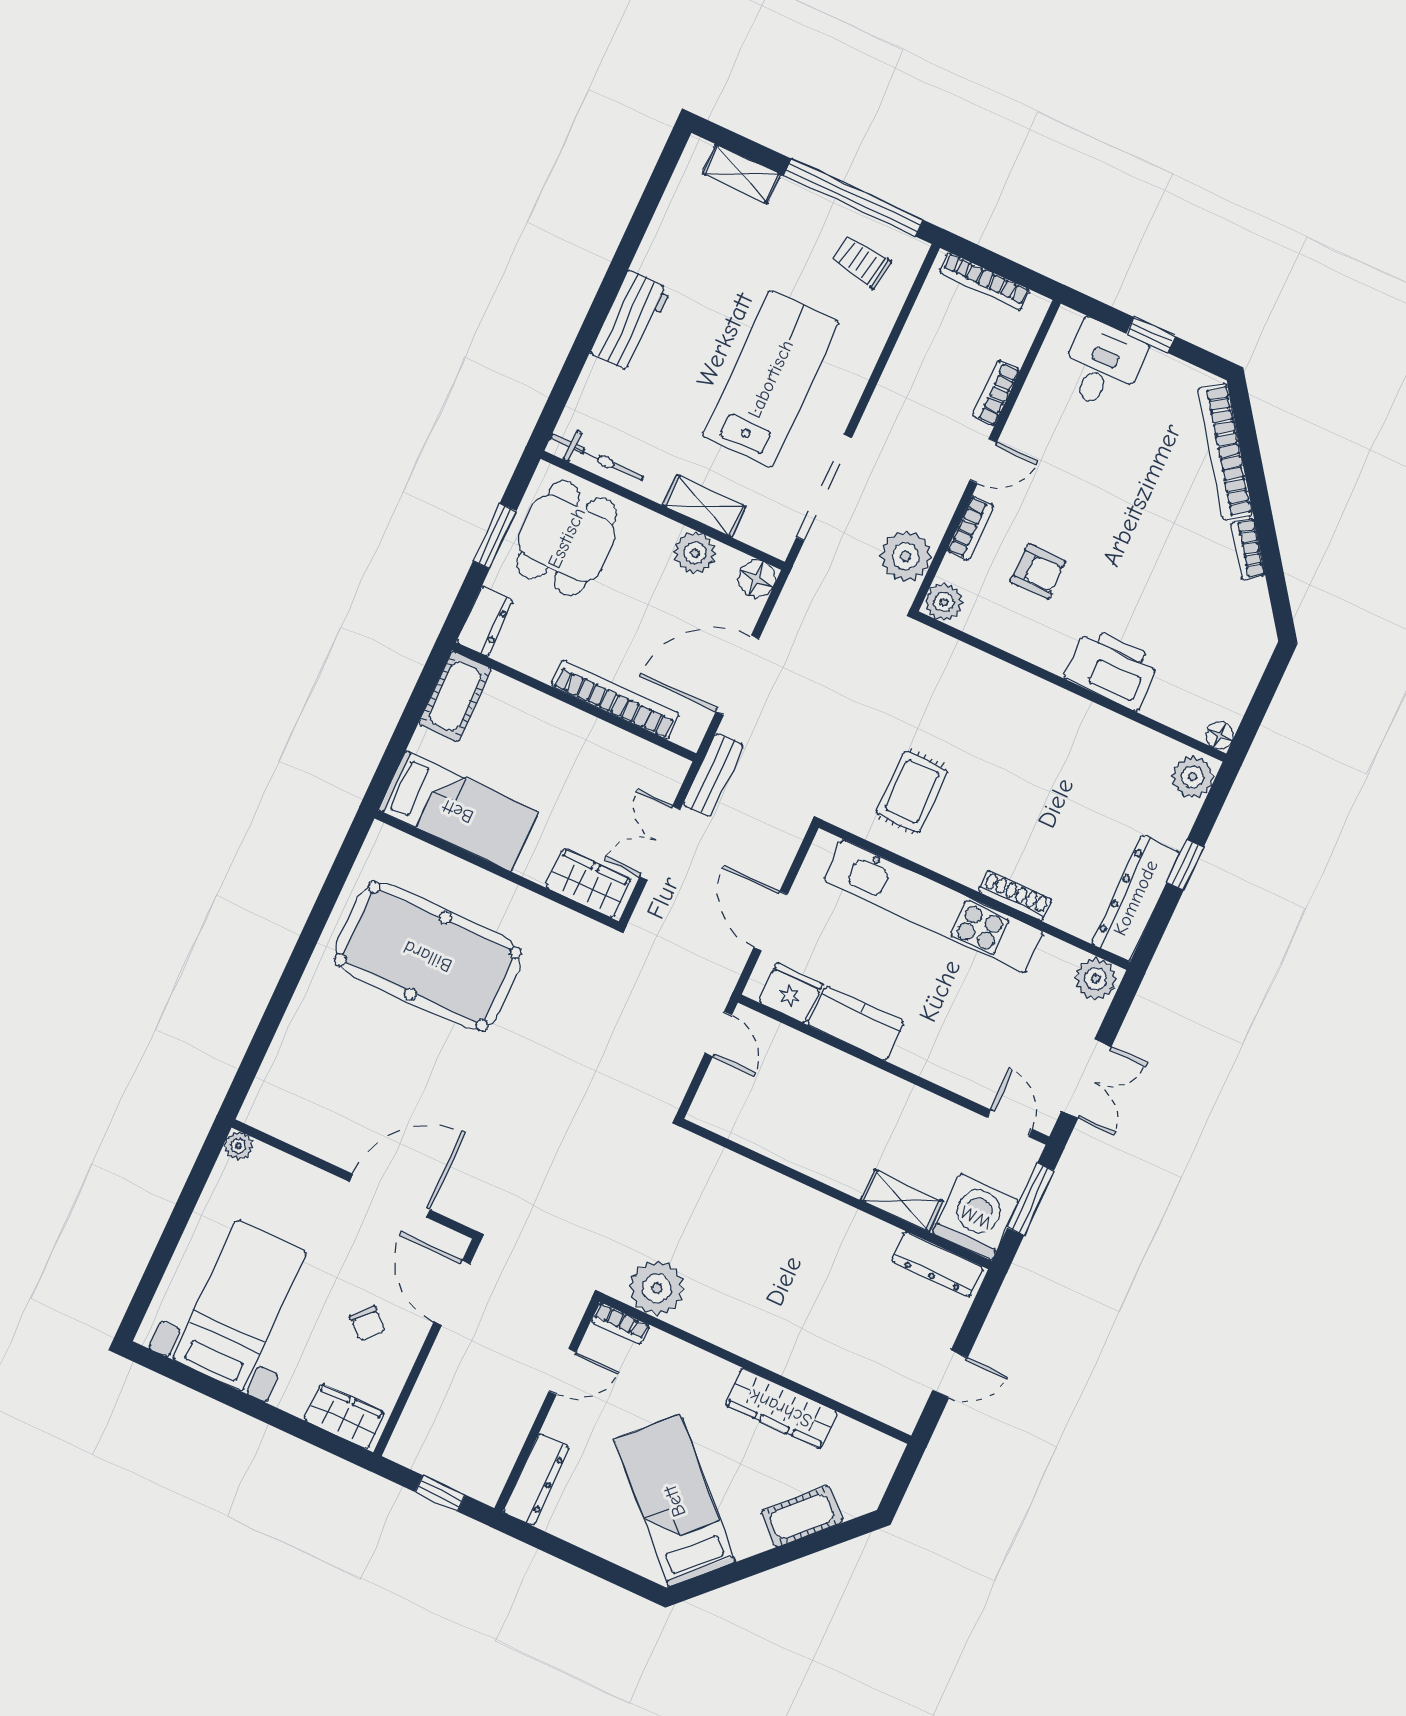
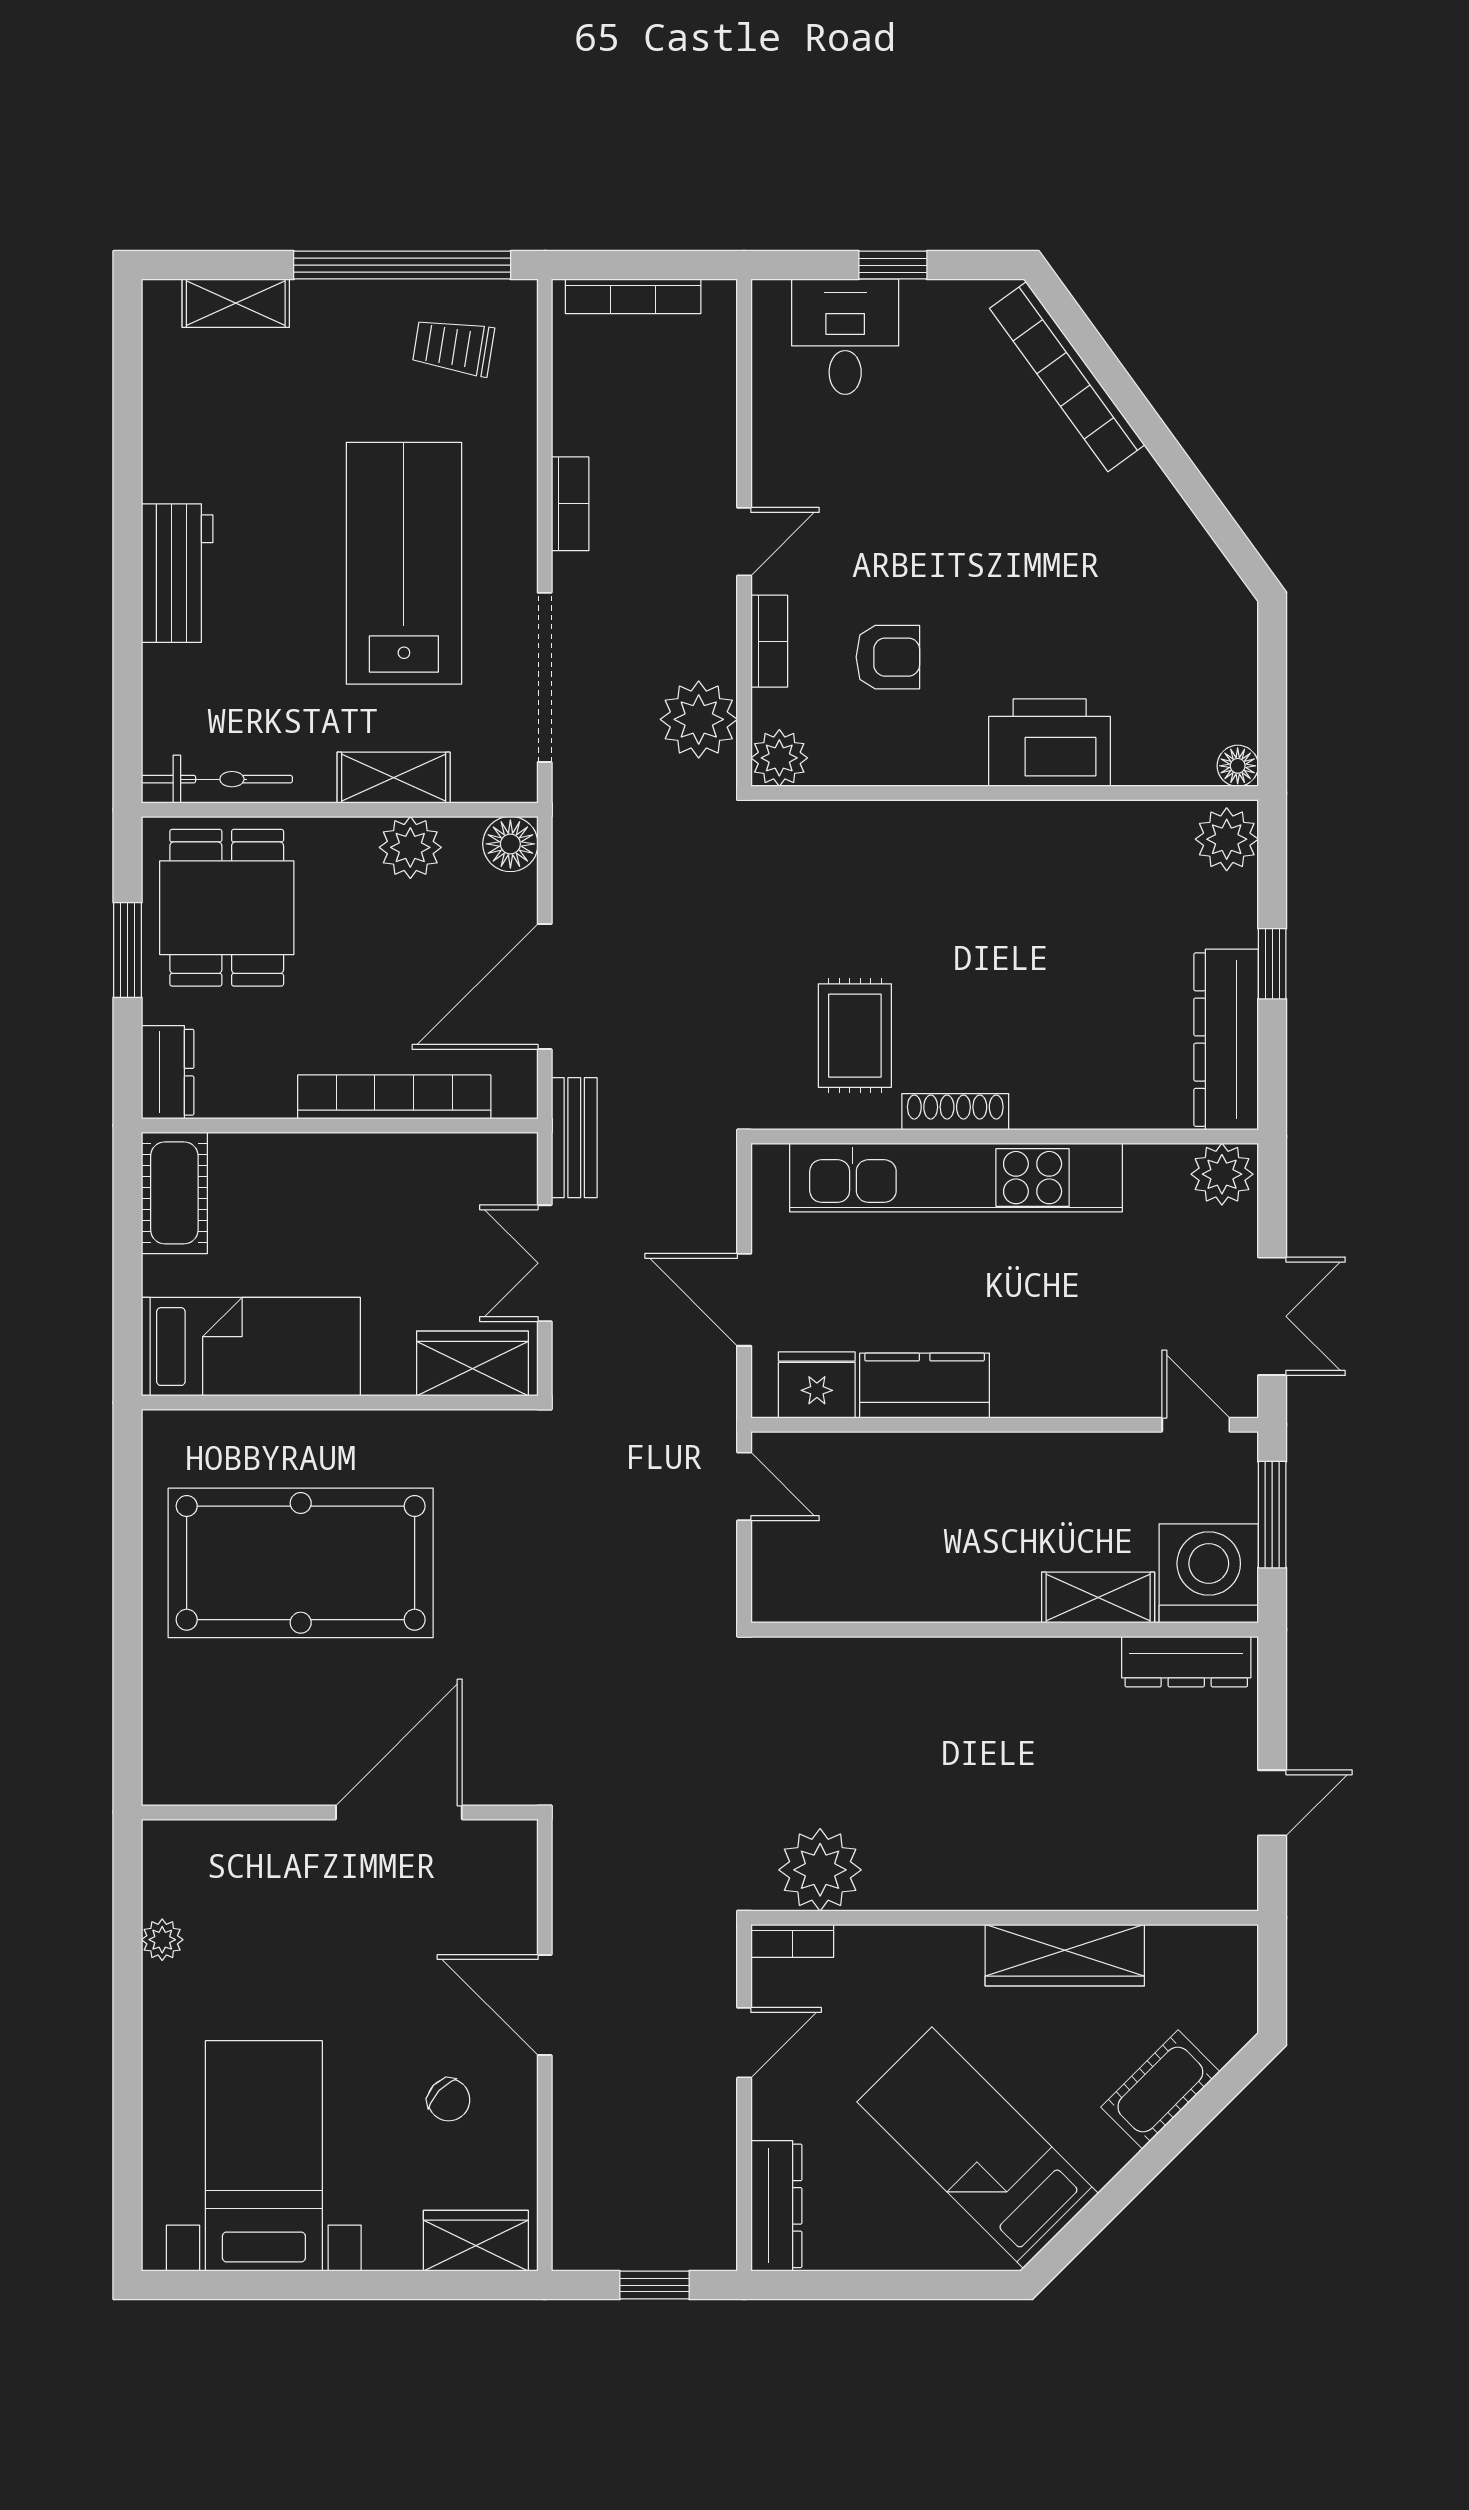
bookcase: (996, 393) -> (570, 504), moved, turned 180
bookcase: (1248, 549) -> (1159, 495), removed
shoe rack: (1015, 895) -> (955, 1112), moved
wall: (354, 1179) -> (340, 1812), moved
door: (390, 1196) -> (399, 1812), moved

